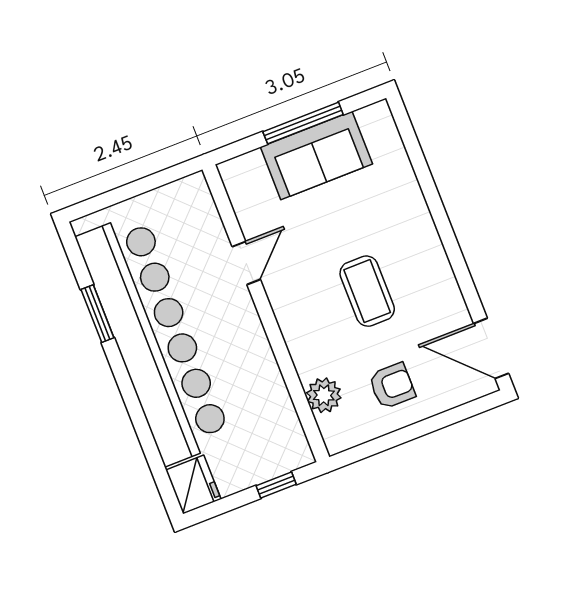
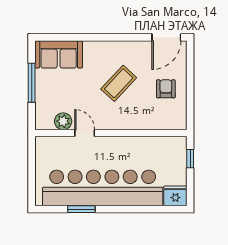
sofa: (316, 156) -> (59, 54), moved, turned 90
coffee table: (367, 291) -> (119, 83), turned -47
plant: (324, 395) -> (63, 121), moved

